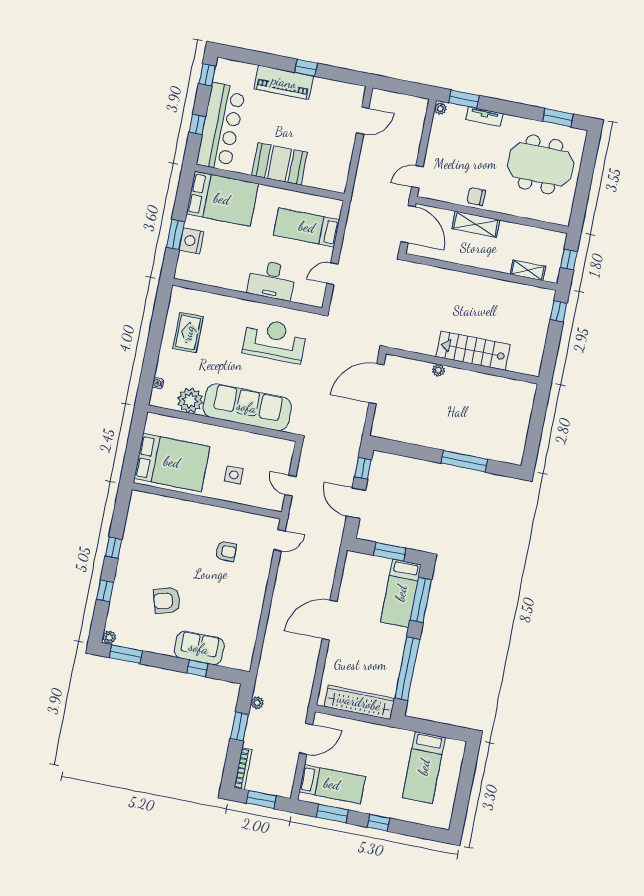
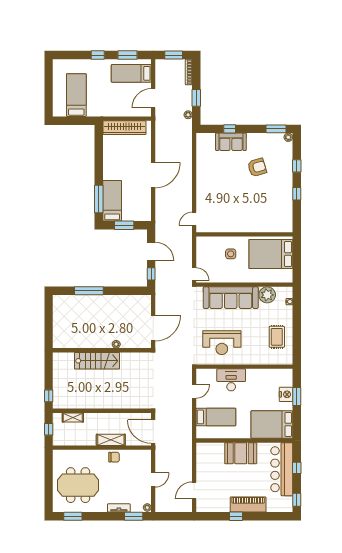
door: (417, 177) -> (153, 480), moved
door: (290, 486) -> (194, 274), moved
armchair: (226, 551) -> (226, 205), removed
window: (407, 669) -> (99, 155), removed

